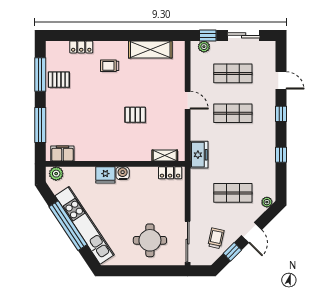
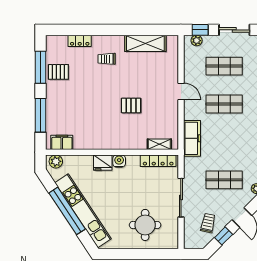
freezer: (199, 155) -> (192, 138), width x1.40
locker: (170, 173) -> (158, 161), width x1.53
sliding door: (188, 242) -> (181, 198), moved

